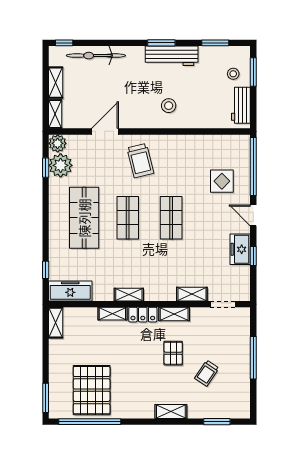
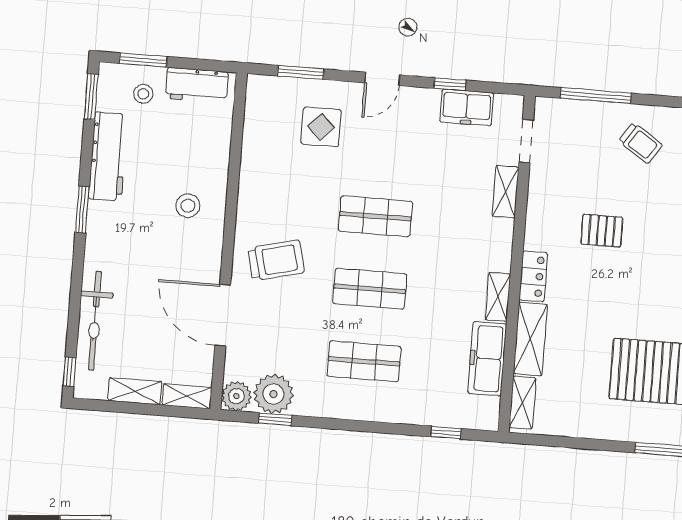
window: (215, 43) -> (91, 97), moved
workbench: (172, 56) -> (108, 157), moved
door: (105, 131) -> (223, 315), width x1.36
window: (253, 167) -> (301, 72), width x0.47
shop shelf: (84, 218) -> (364, 361), width x0.70, depth x0.74
freezer: (240, 249) -> (467, 107), moved
freezer: (70, 291) -> (487, 359), moved
shelving: (112, 314) -> (530, 339), width x1.50, depth x1.33
shelving: (174, 314) -> (536, 224), removed
shelving: (56, 323) -> (522, 403), moved, turned 90
window: (253, 358) -> (596, 96), moved
trolley: (207, 373) -> (641, 143), moved

